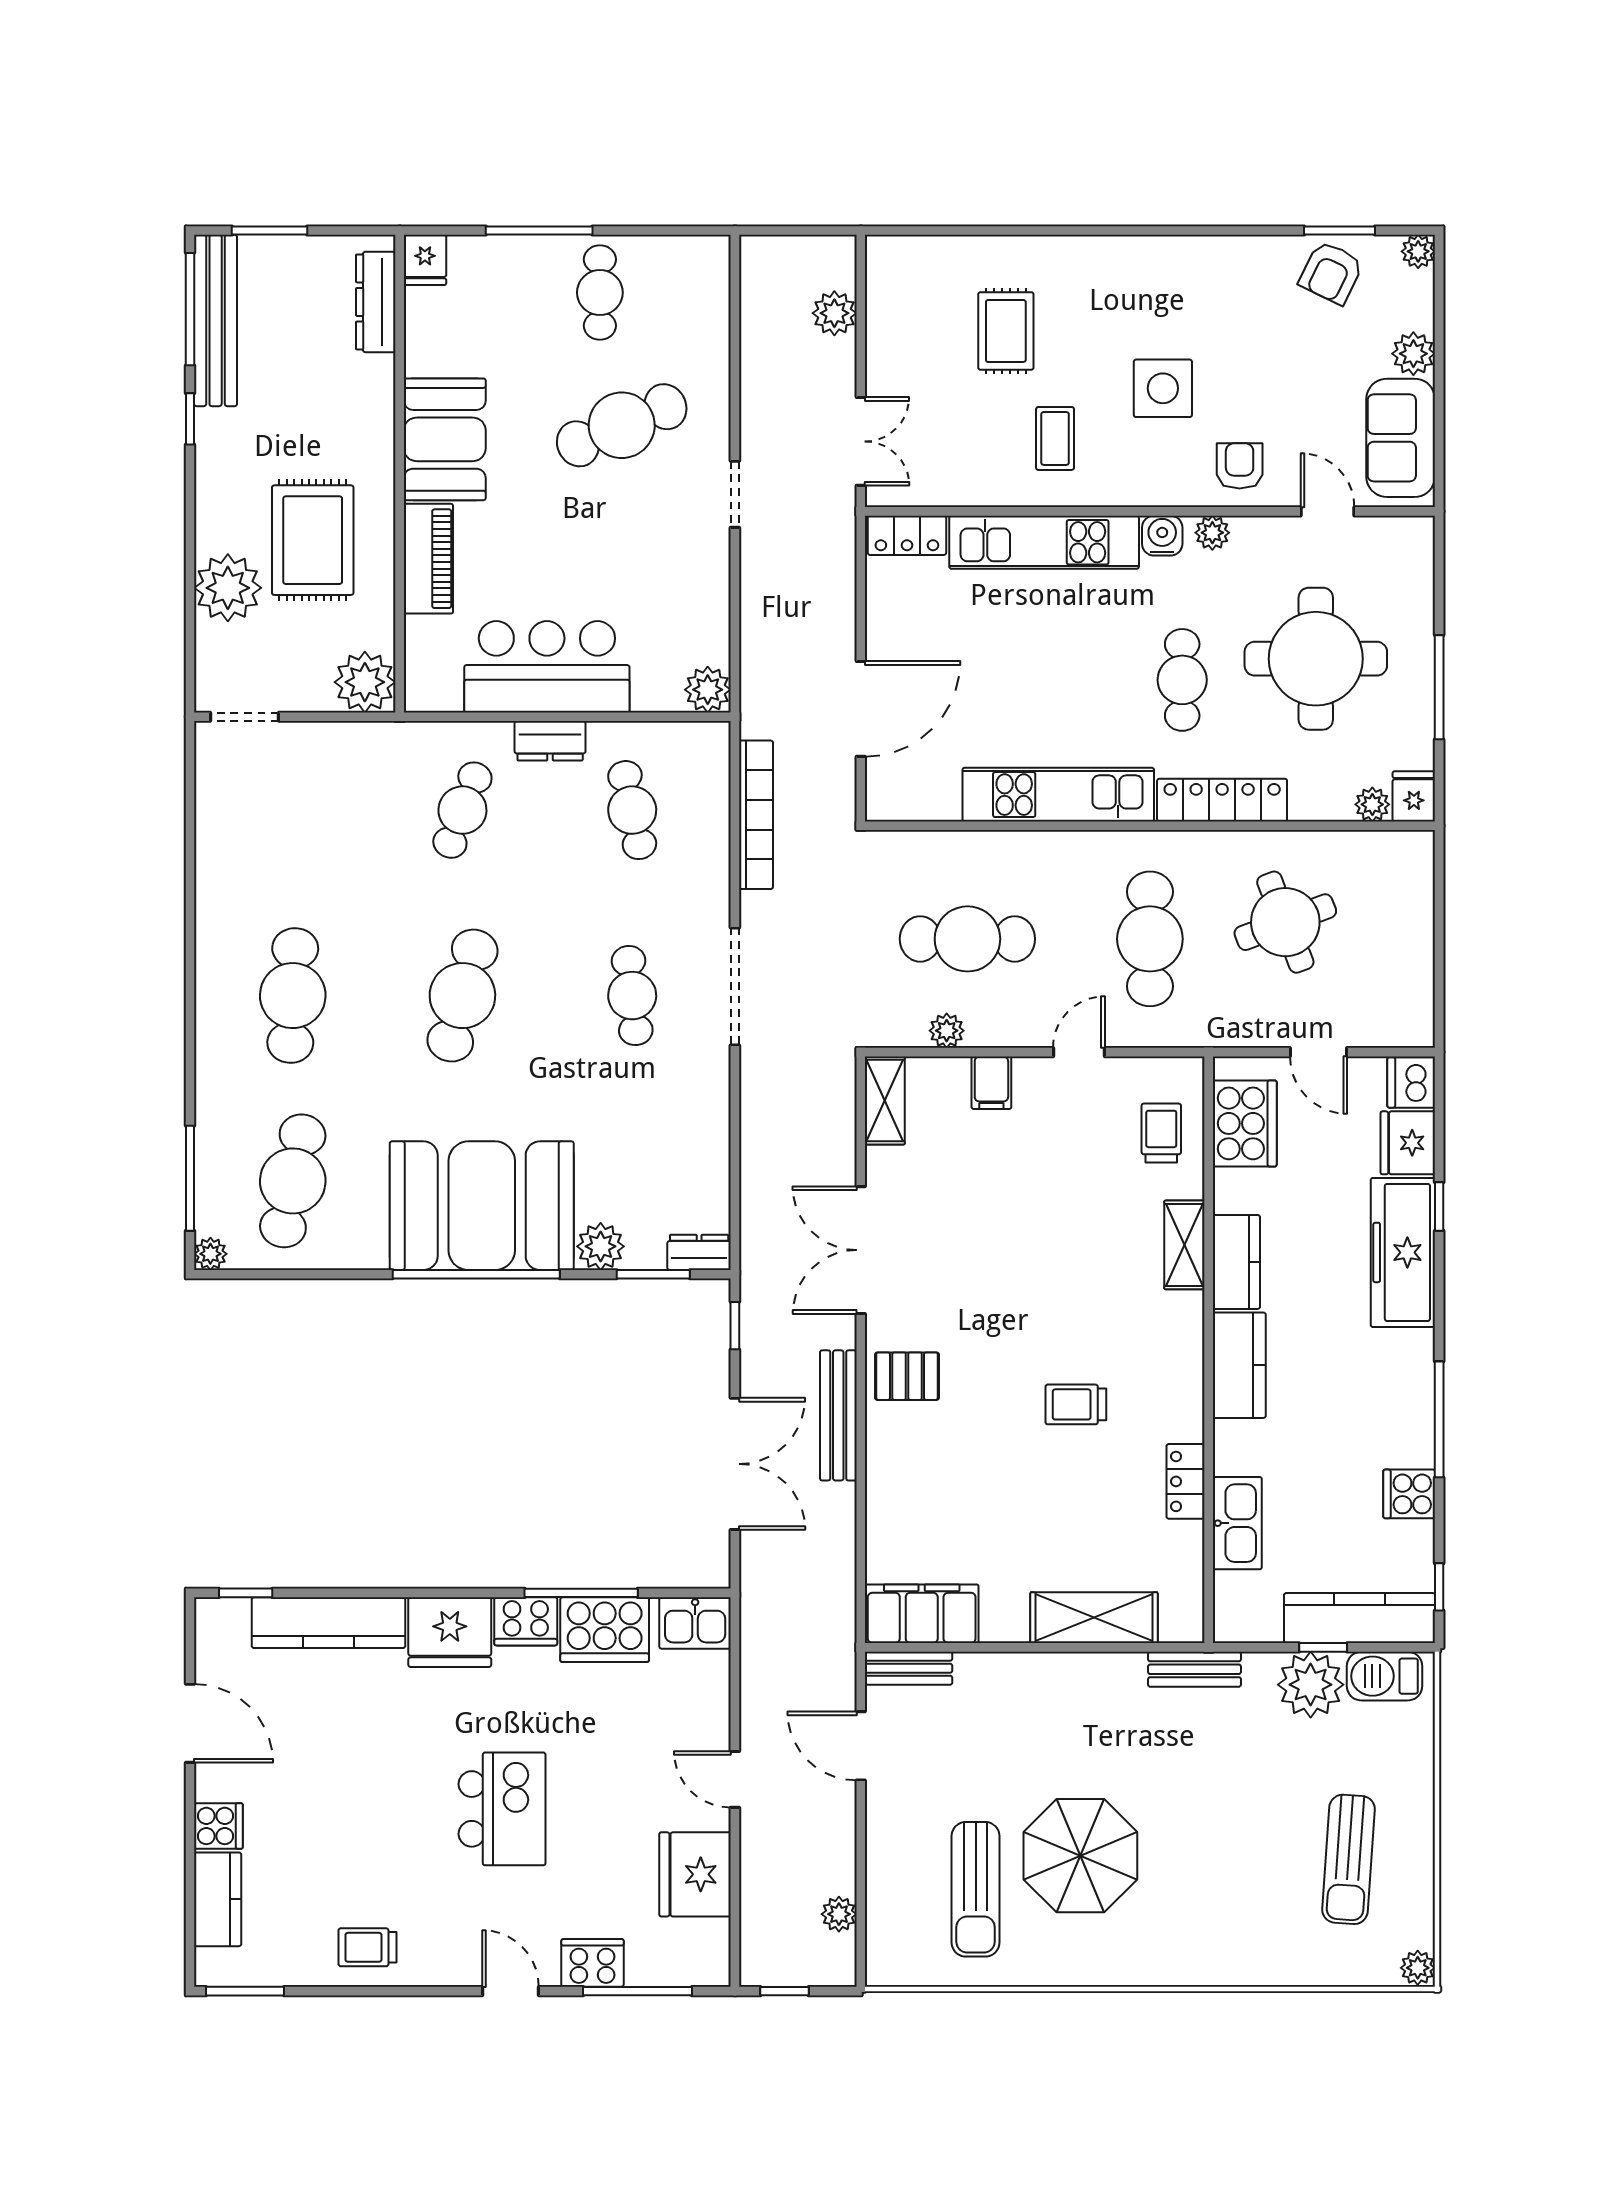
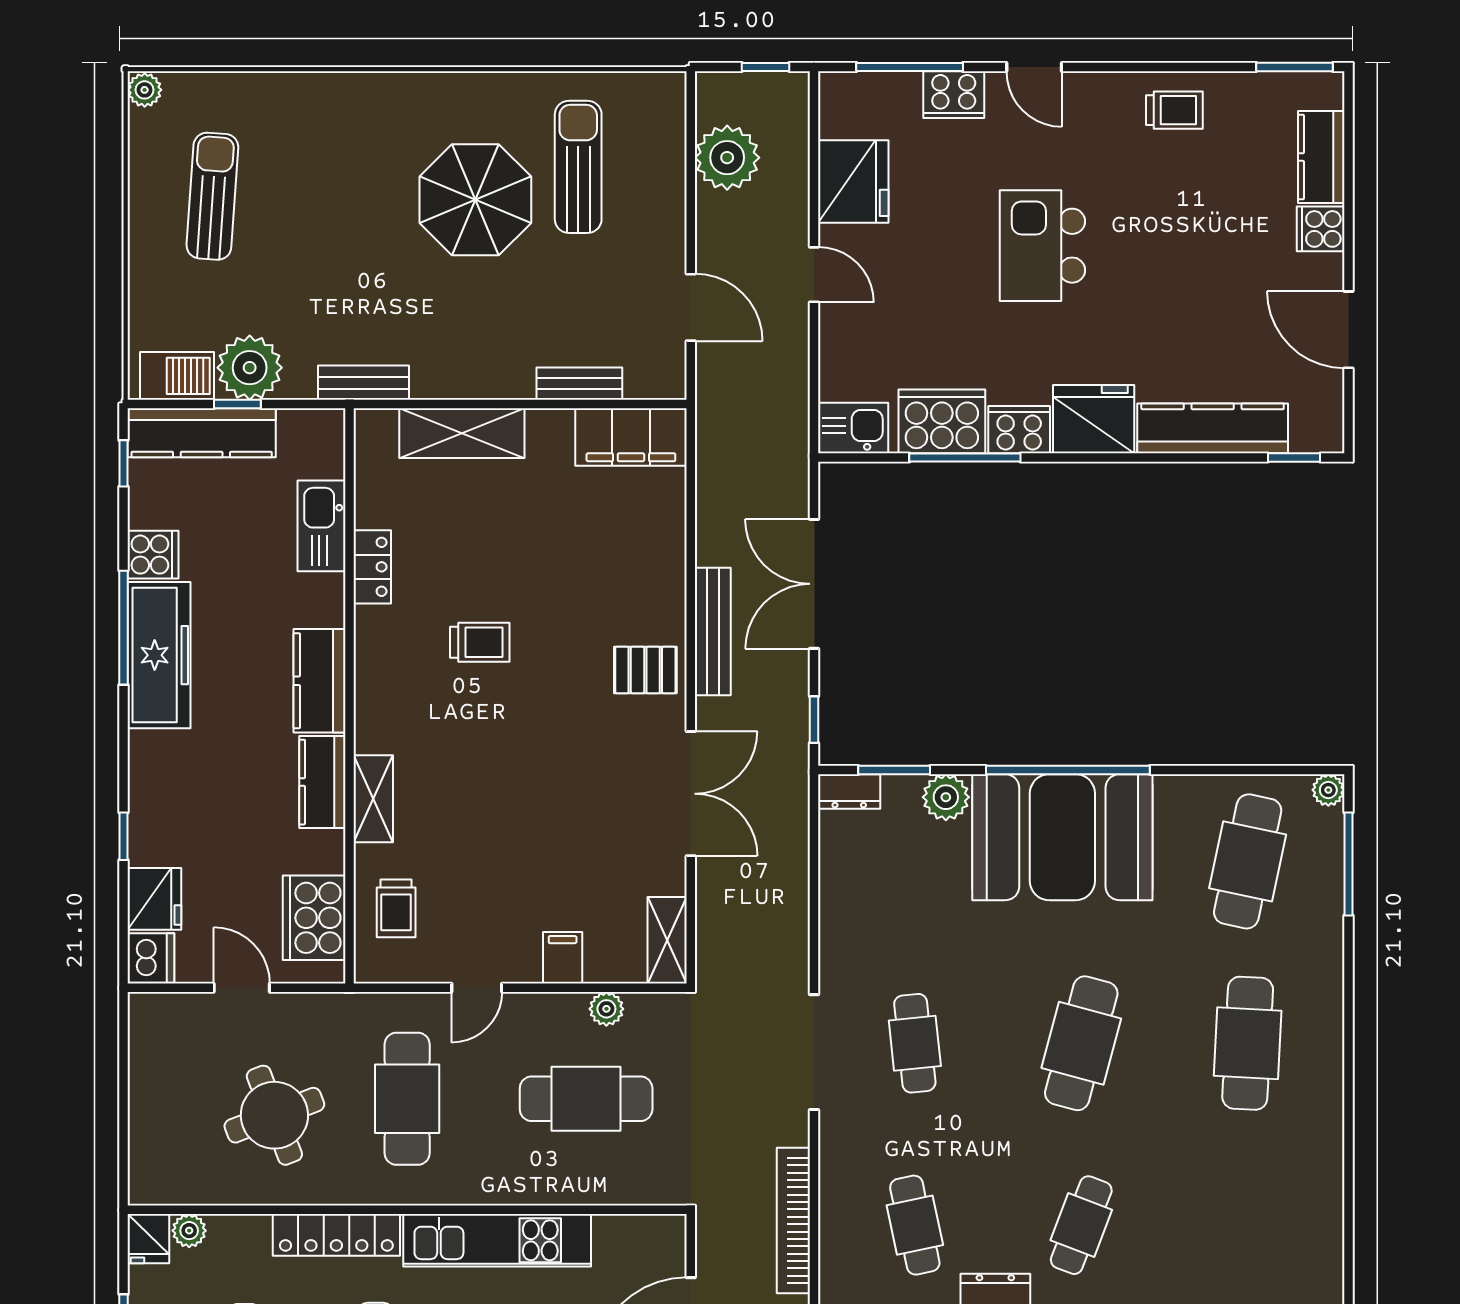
freezer: (1403, 1252) -> (159, 655), moved
bench: (909, 1668) -> (579, 384), moved
plant: (839, 1914) -> (727, 158), width x1.87, depth x1.87

